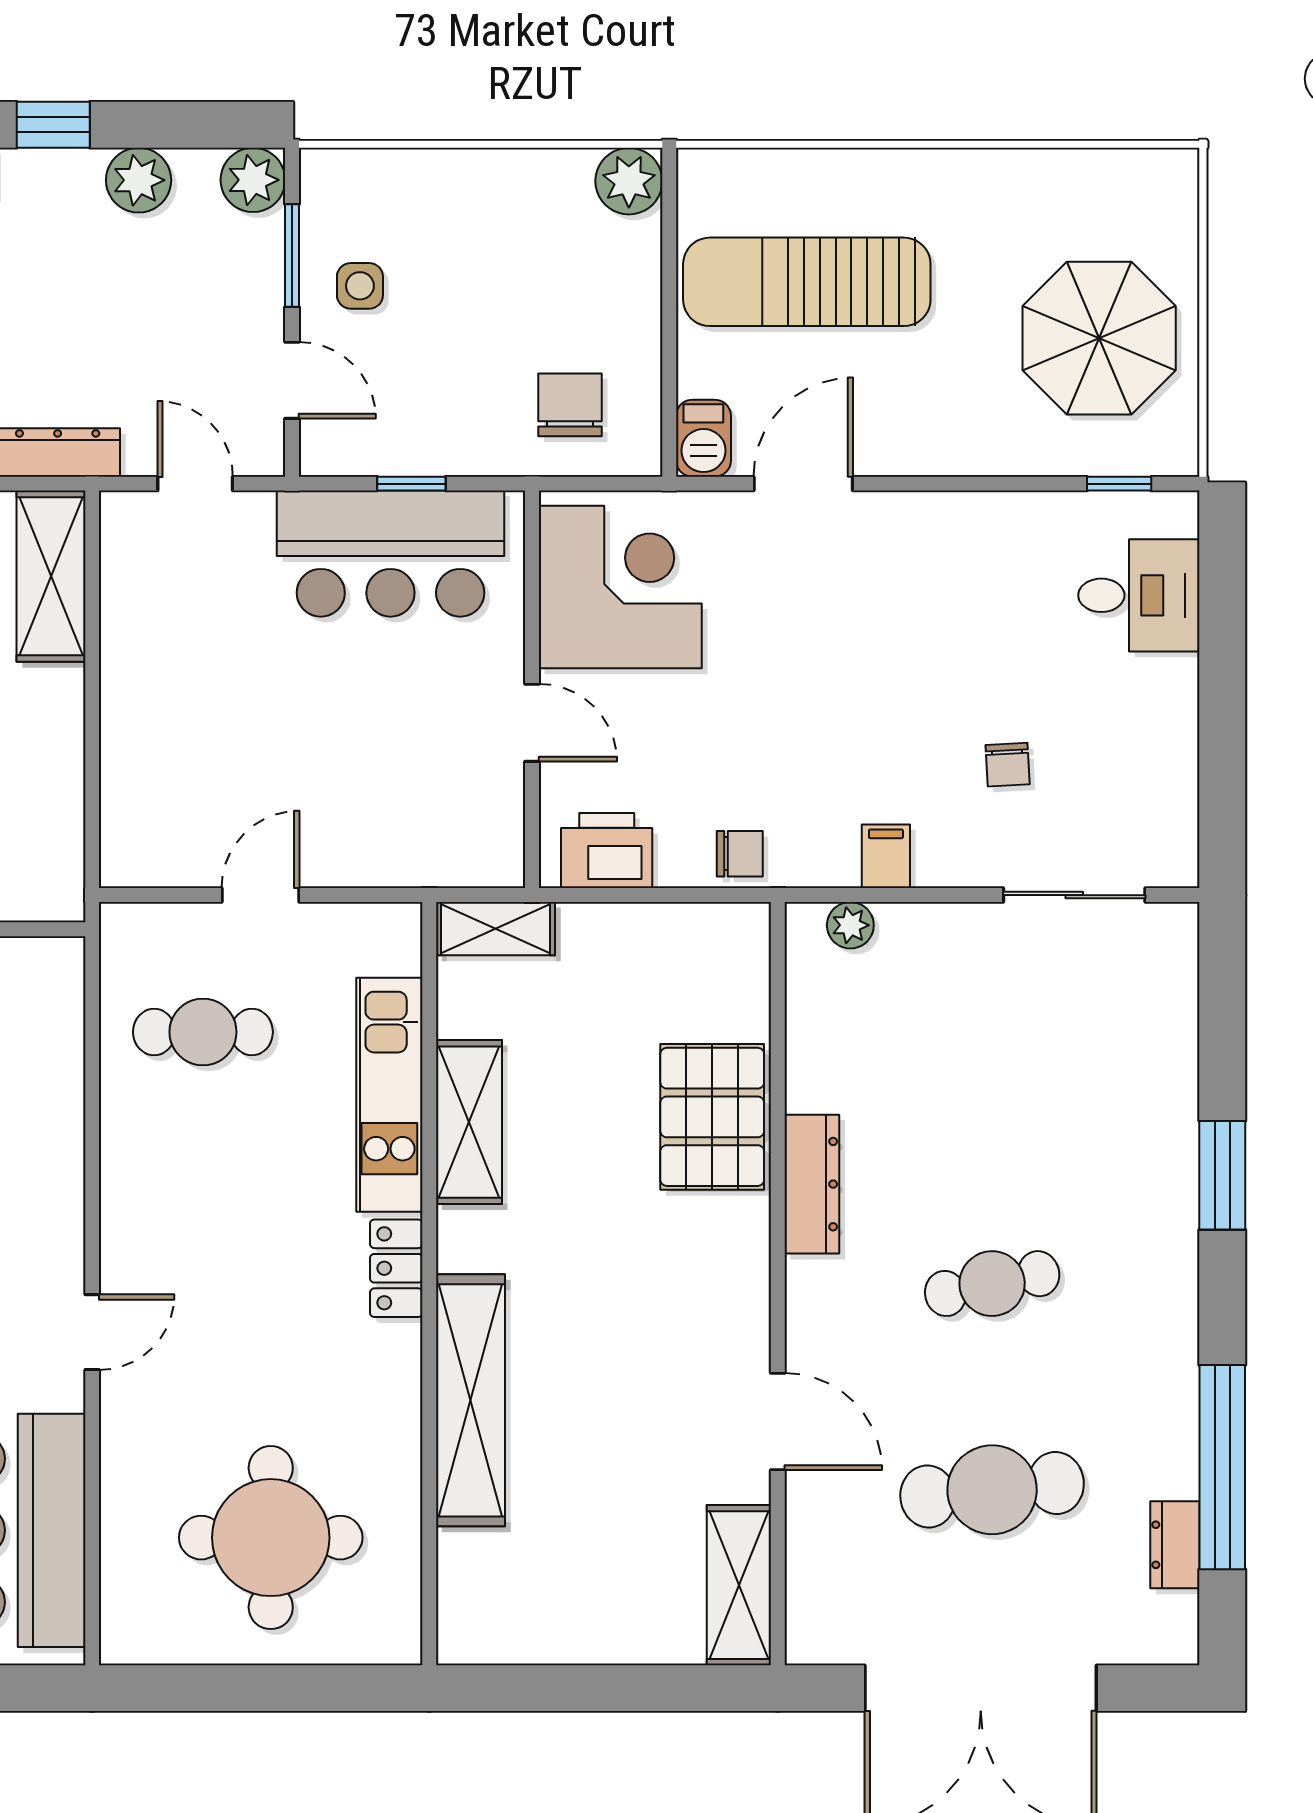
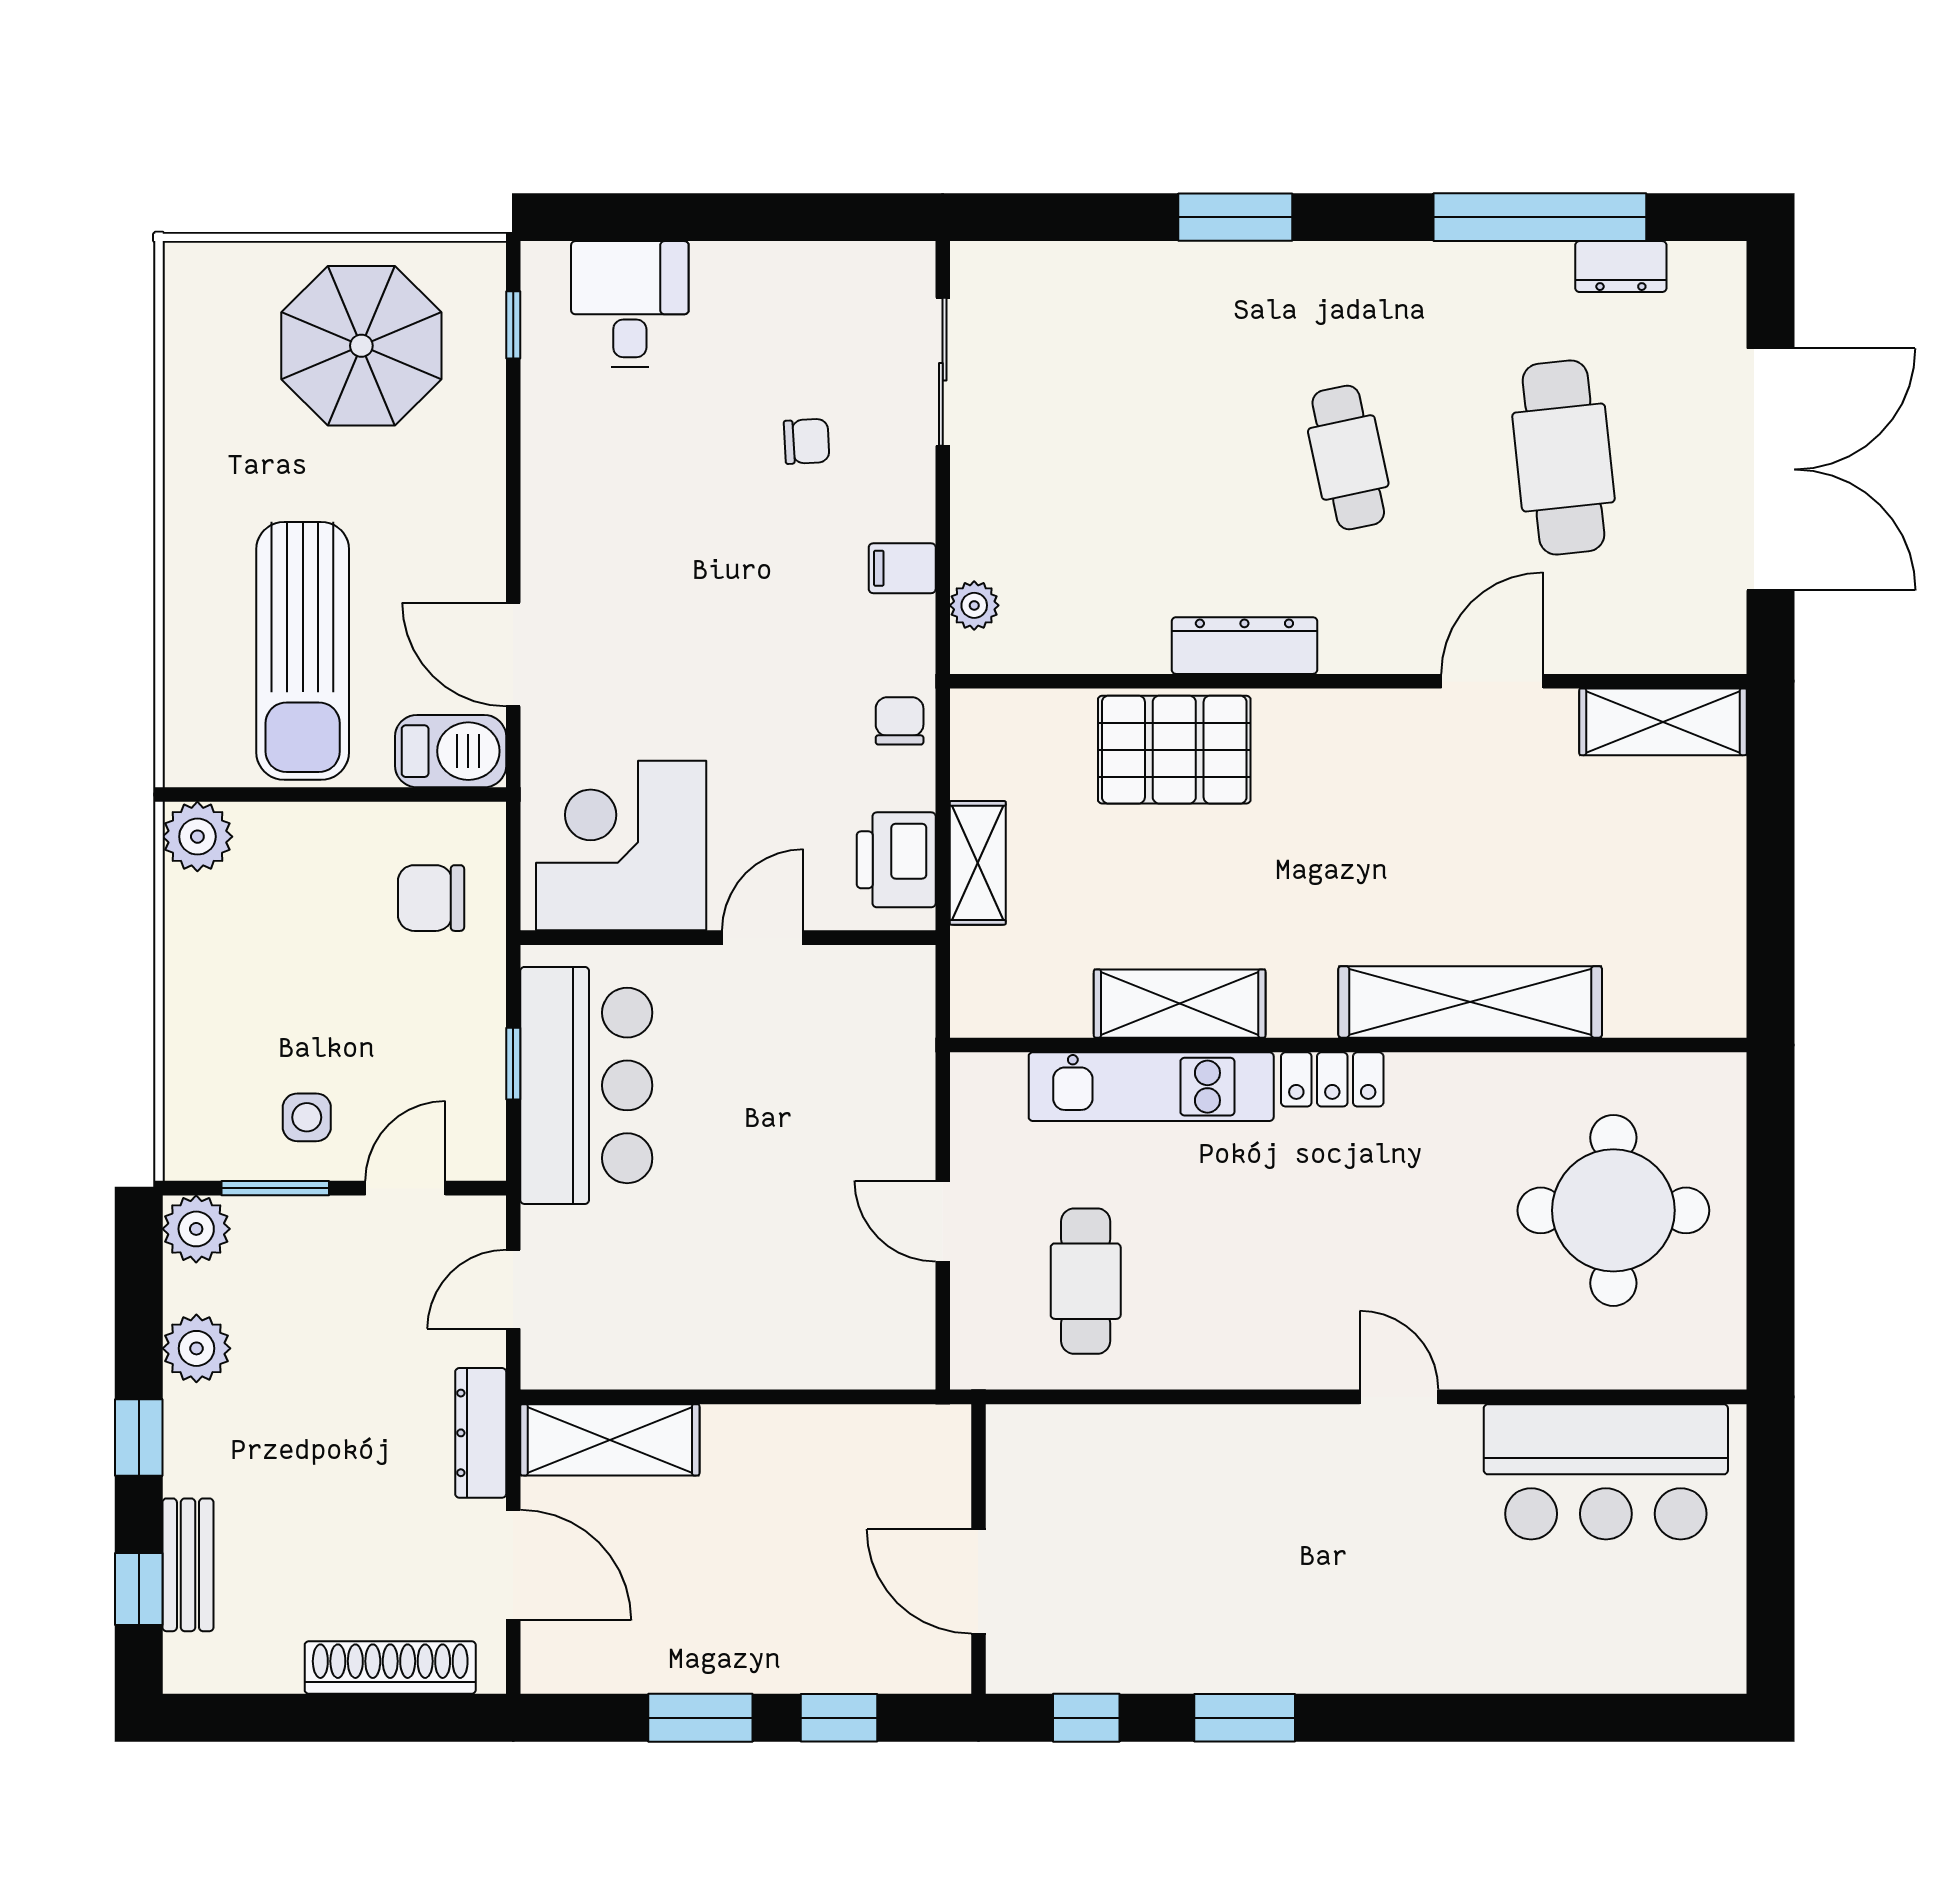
barbecue: (703, 438) -> (451, 751), width x1.38, depth x1.27
shelving: (495, 929) -> (978, 863), moved

